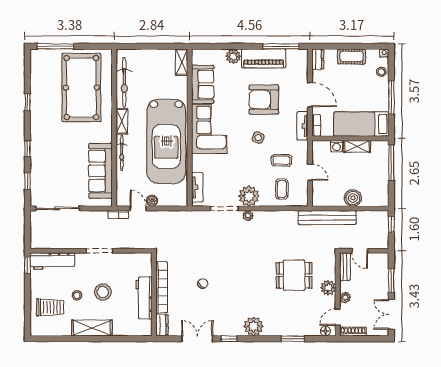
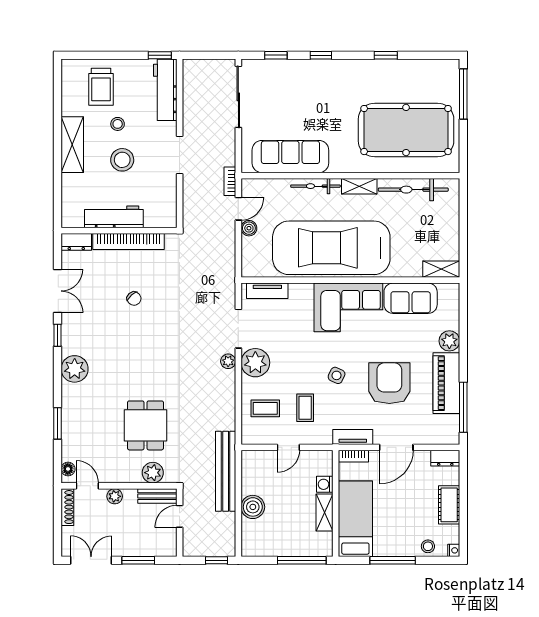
plant: (328, 288) -> (153, 473), moved

